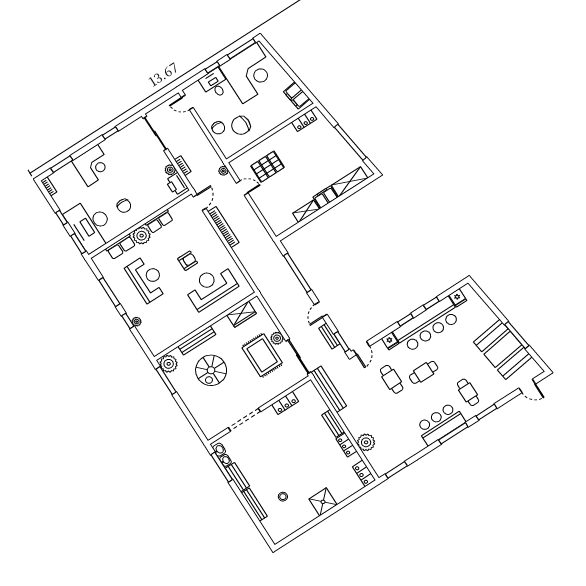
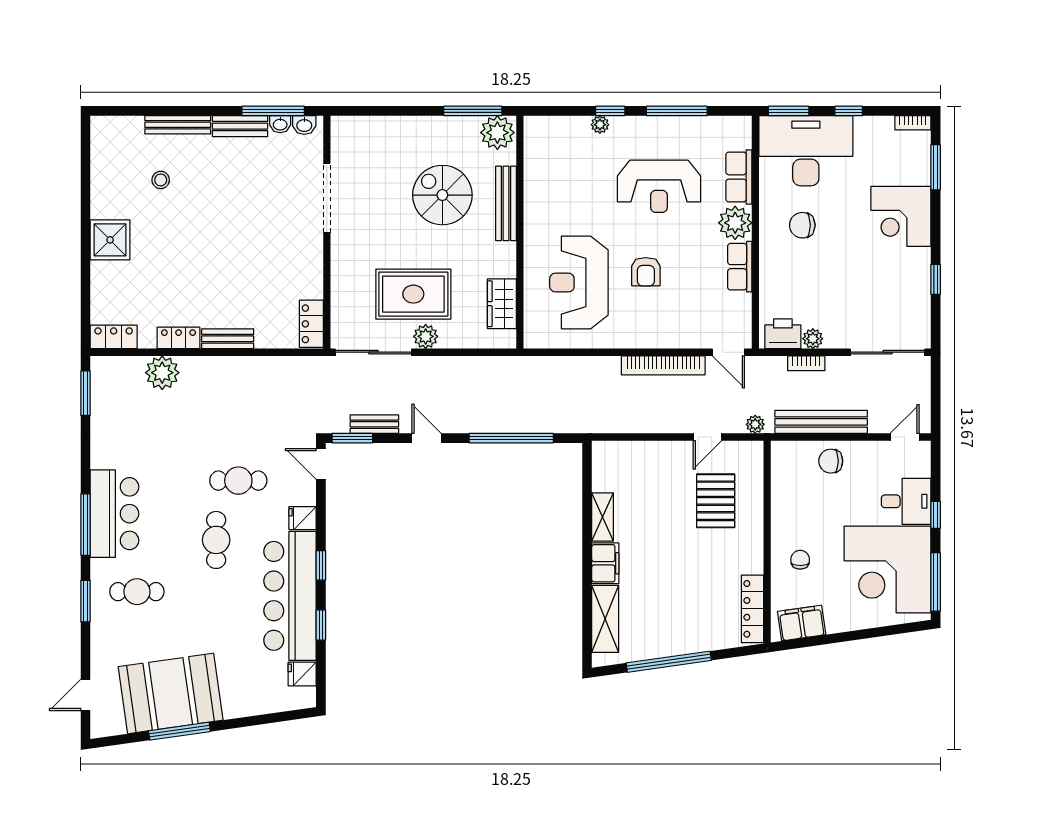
locker: (304, 121) -> (752, 609), width x1.53
chair: (241, 125) -> (800, 560), moved, width x0.54, depth x0.54
reception desk: (211, 287) -> (579, 283), turned 180
bench: (329, 389) -> (821, 422), moved
locker: (285, 403) -> (311, 324), moved

